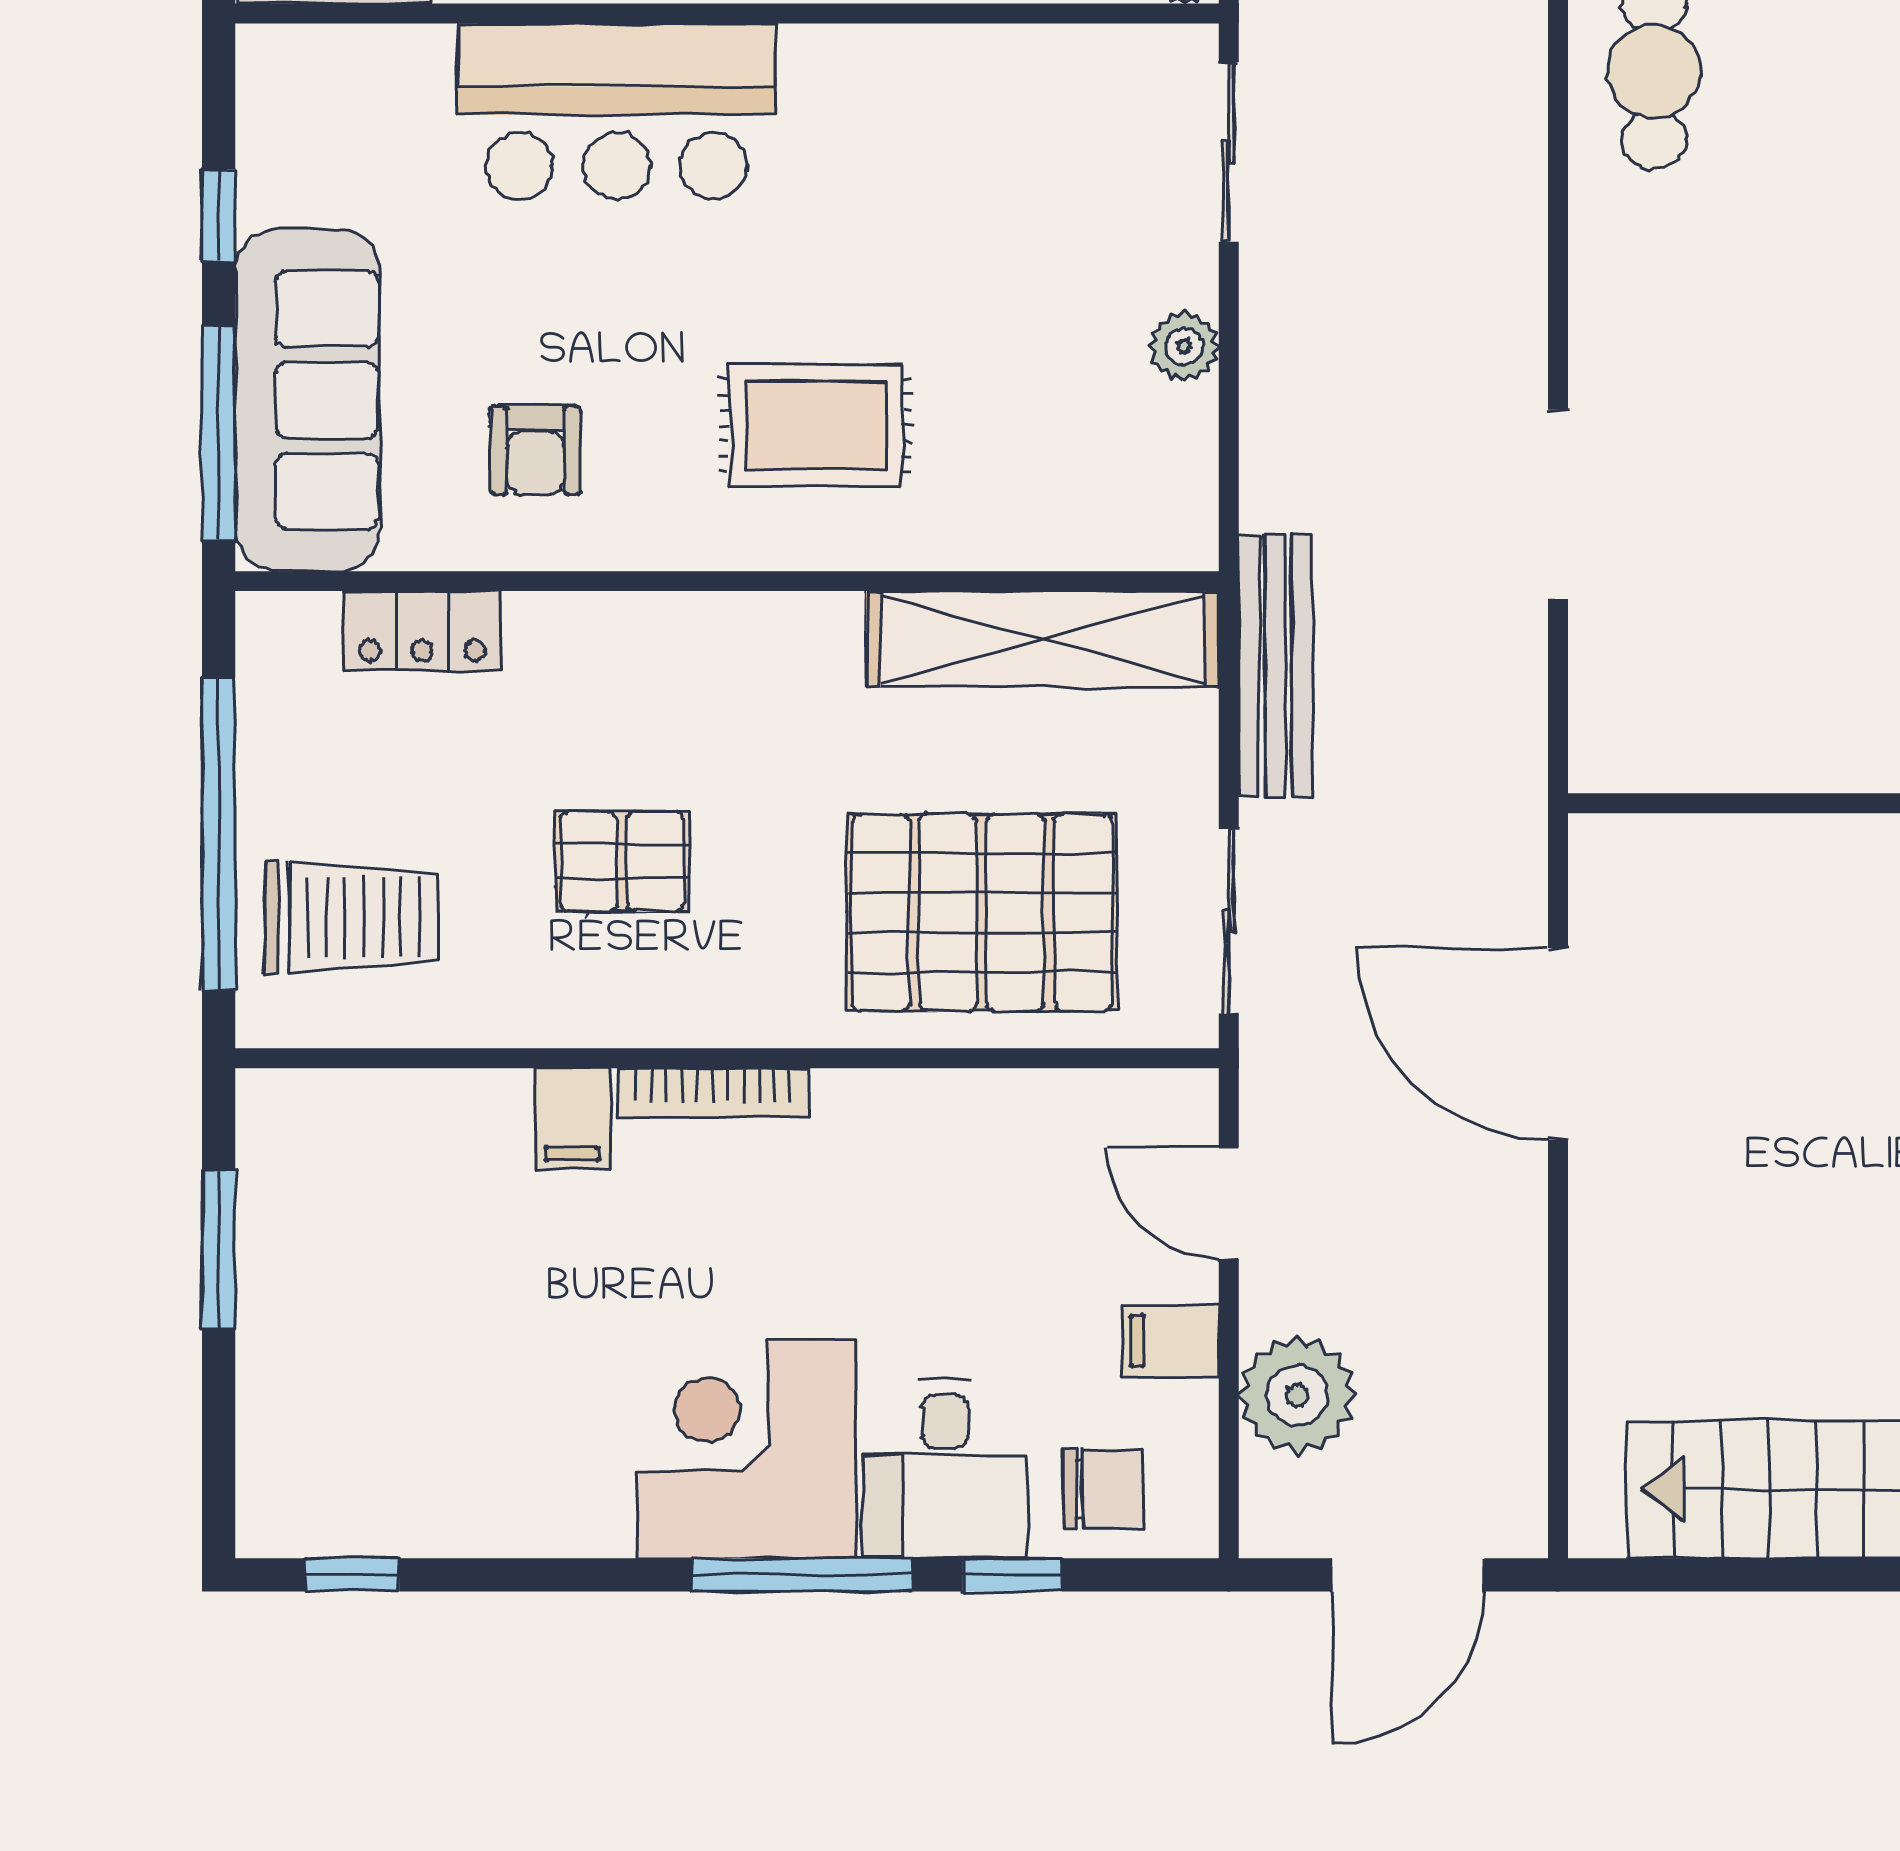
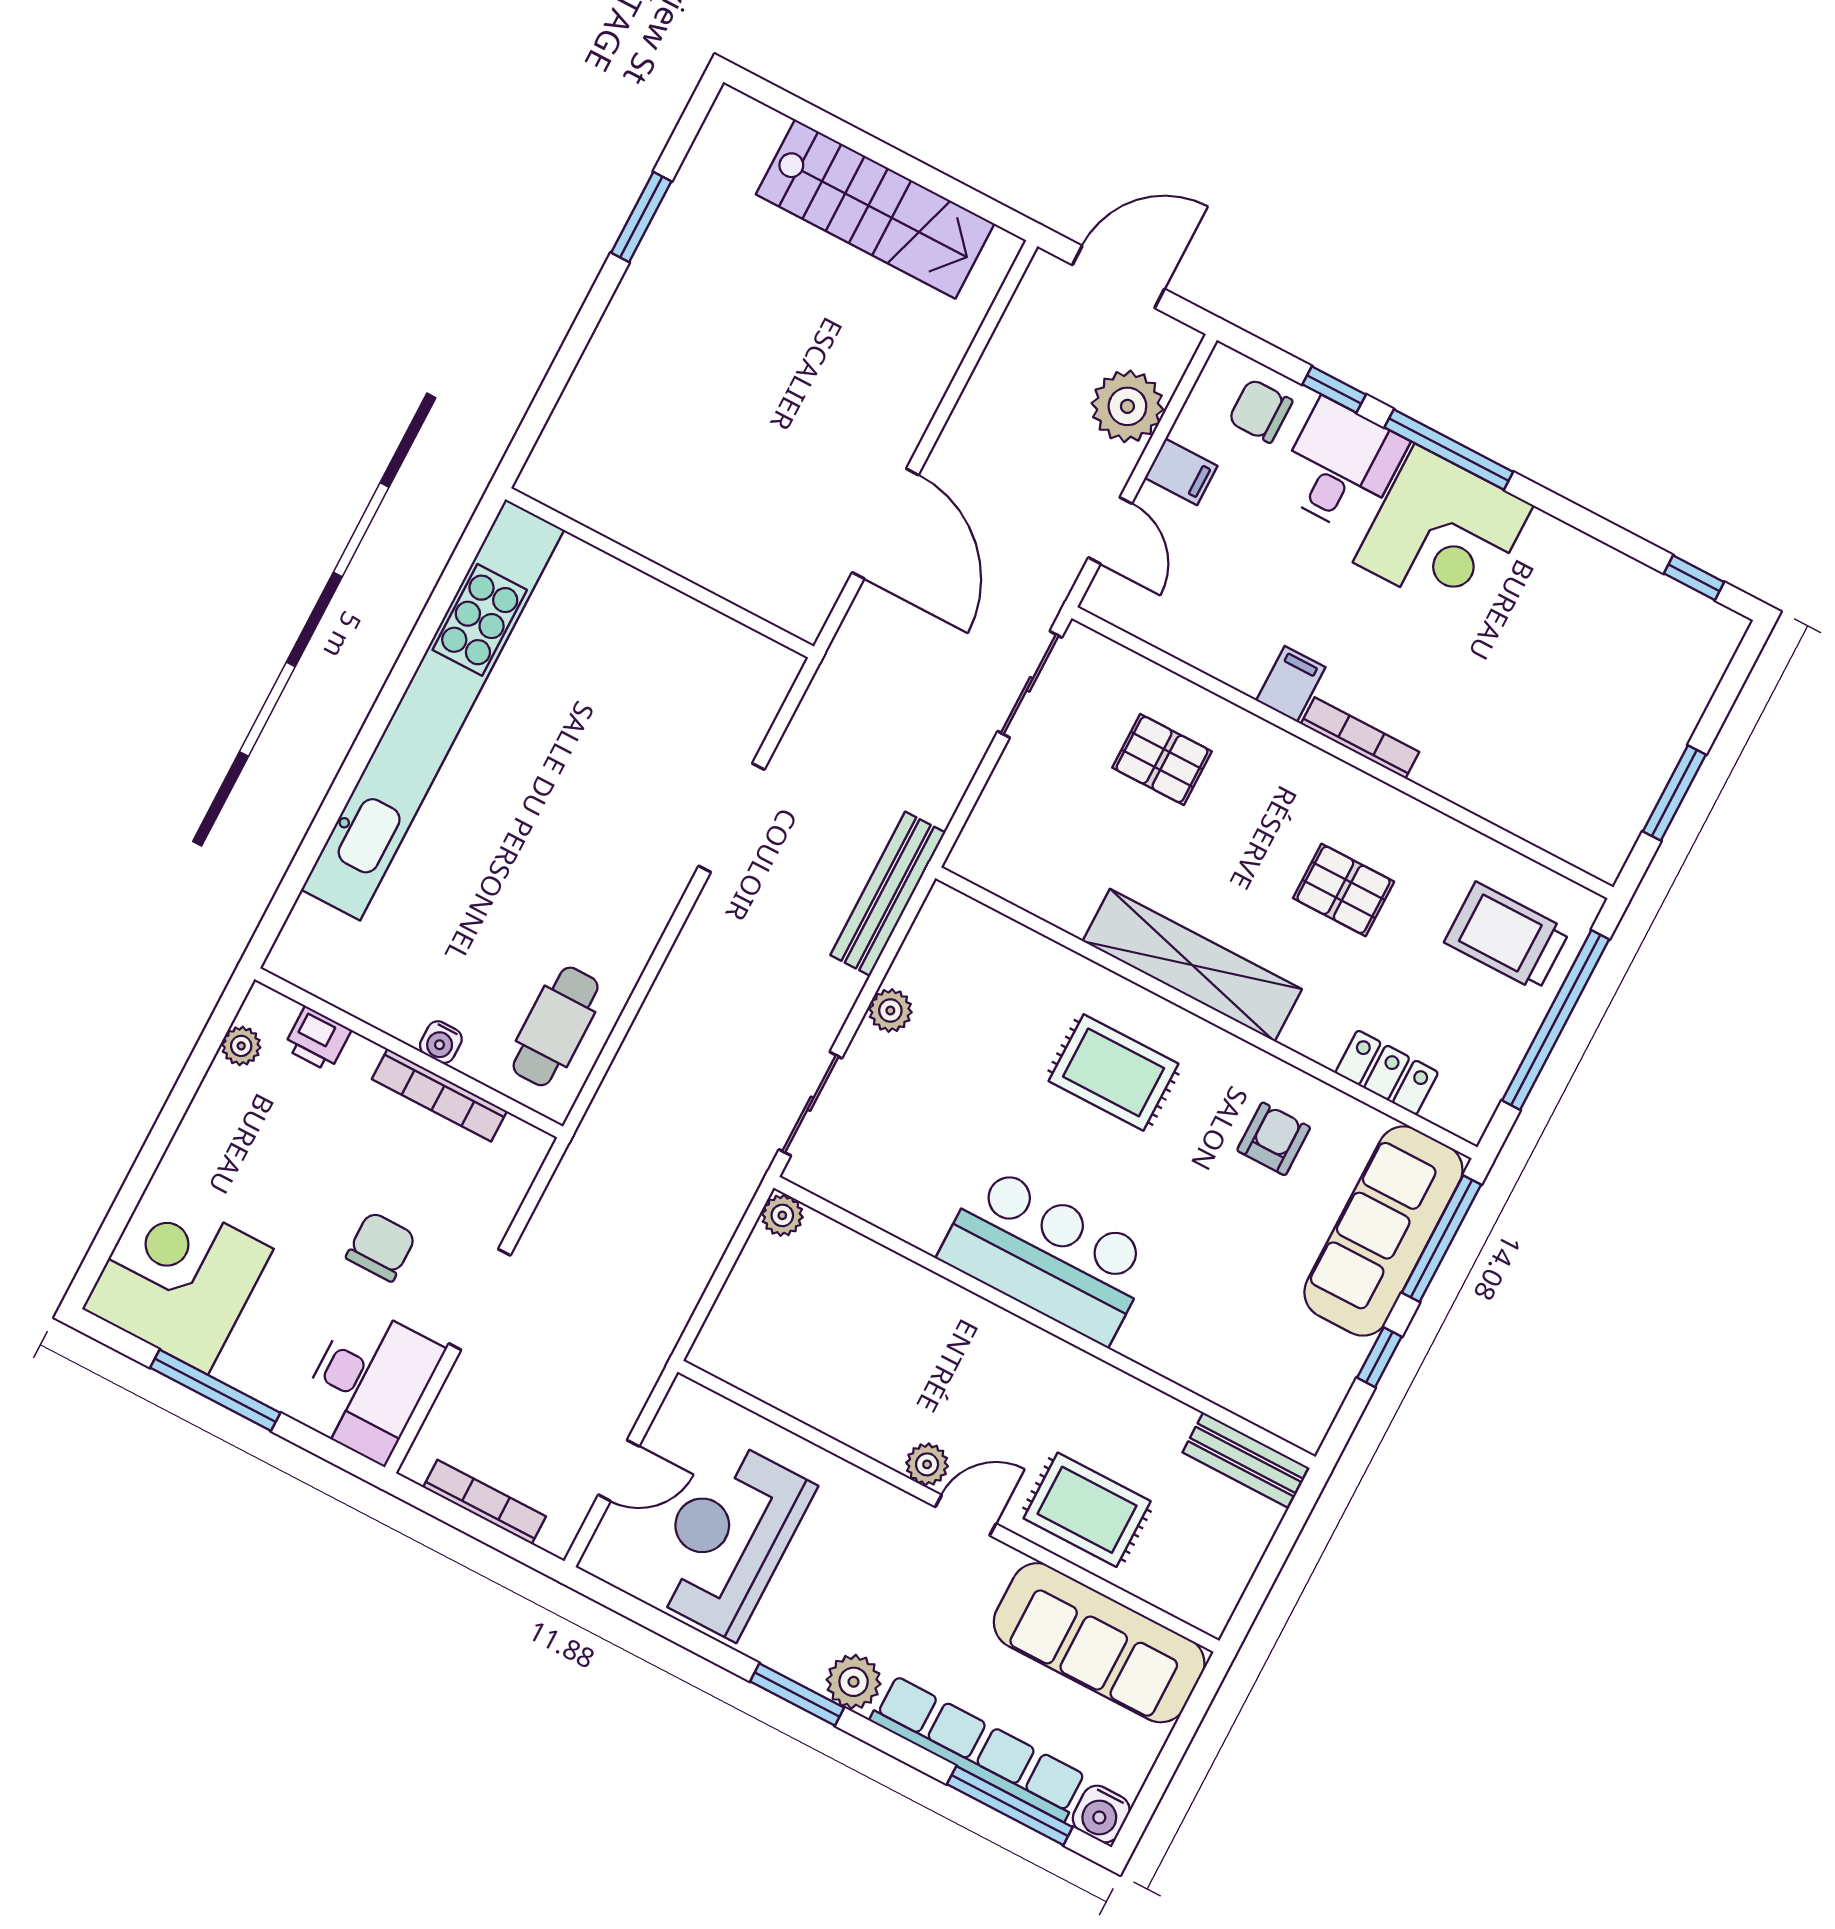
bar counter: (617, 111) -> (1047, 1255), moved
shelving: (1043, 639) -> (1192, 965), moved
bench: (1276, 666) -> (888, 894), moved
pallet: (982, 913) -> (1162, 760), width x0.49, depth x0.50
filing cabinet: (572, 1118) -> (1291, 684), moved

